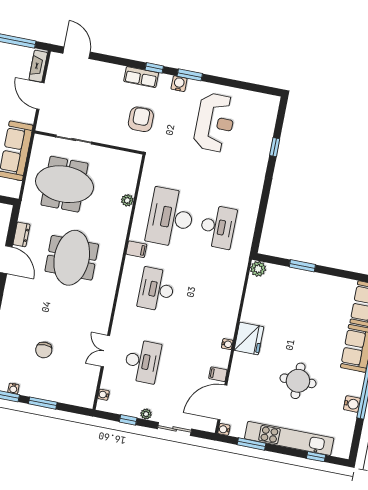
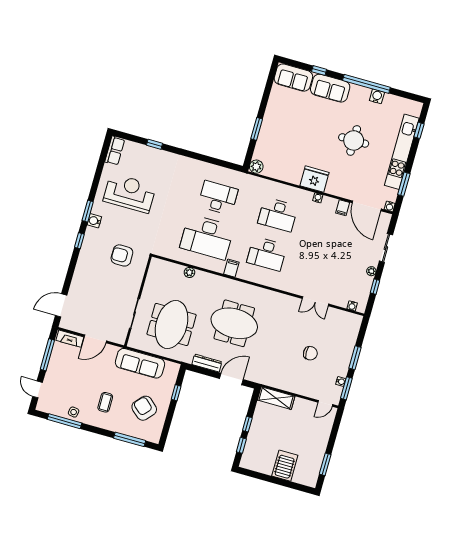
row of seats: (141, 77) -> (115, 151), moved
dresser: (21, 234) -> (207, 363), width x1.44
desk: (142, 361) -> (278, 215), moved, turned 180

